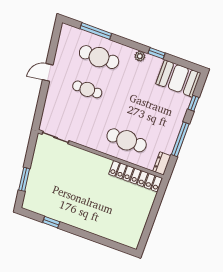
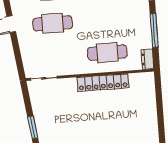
cafe table: (87, 89) -> (53, 23), width x1.37, depth x1.35
locker: (135, 176) -> (103, 83), moved

